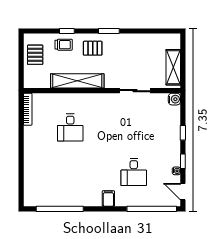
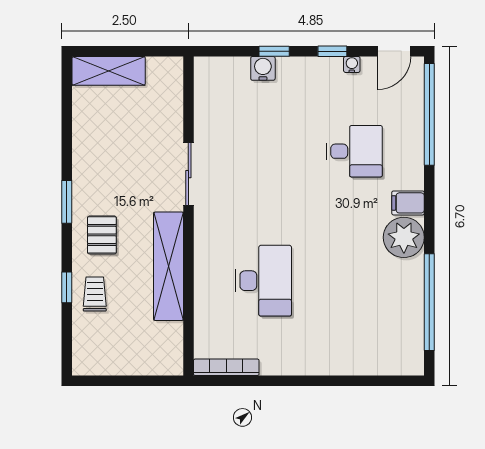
pallet: (35, 55) -> (115, 352), removed
shelving: (173, 67) -> (109, 71), moved
sliding door: (135, 91) -> (188, 174), moved
water cooler: (174, 99) -> (263, 68), moved
desk: (70, 127) -> (263, 281), width x1.37
plant: (91, 196) -> (404, 237), added

